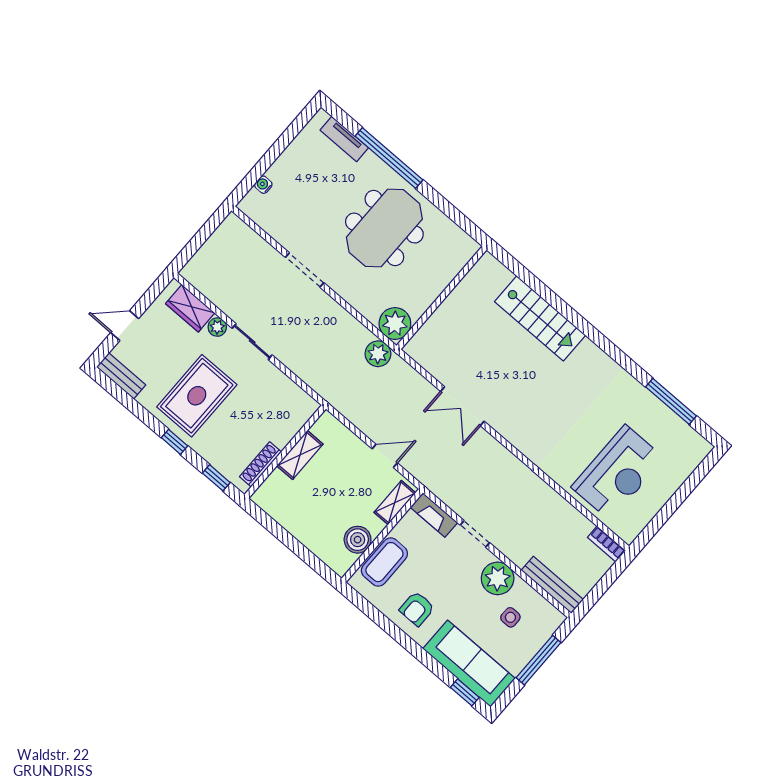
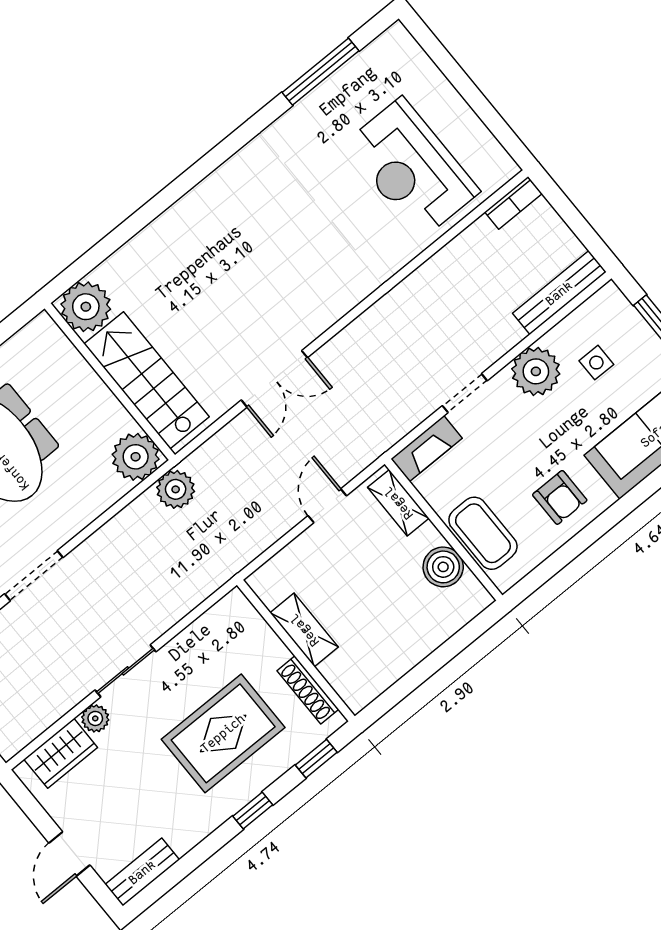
plant: (488, 273) -> (86, 307), added
stairs: (540, 318) -> (147, 380), moved, turned -90
rug: (197, 396) -> (223, 733), moved, turned 90
reception desk: (618, 473) -> (411, 168), turned 180

